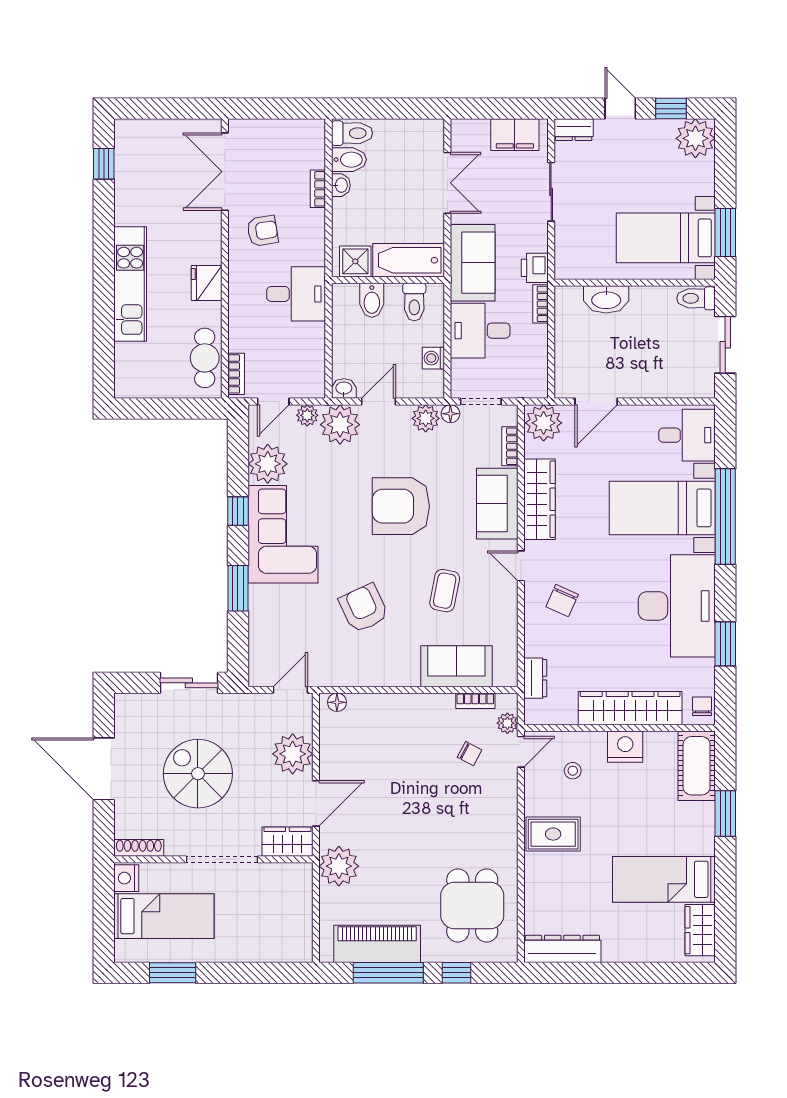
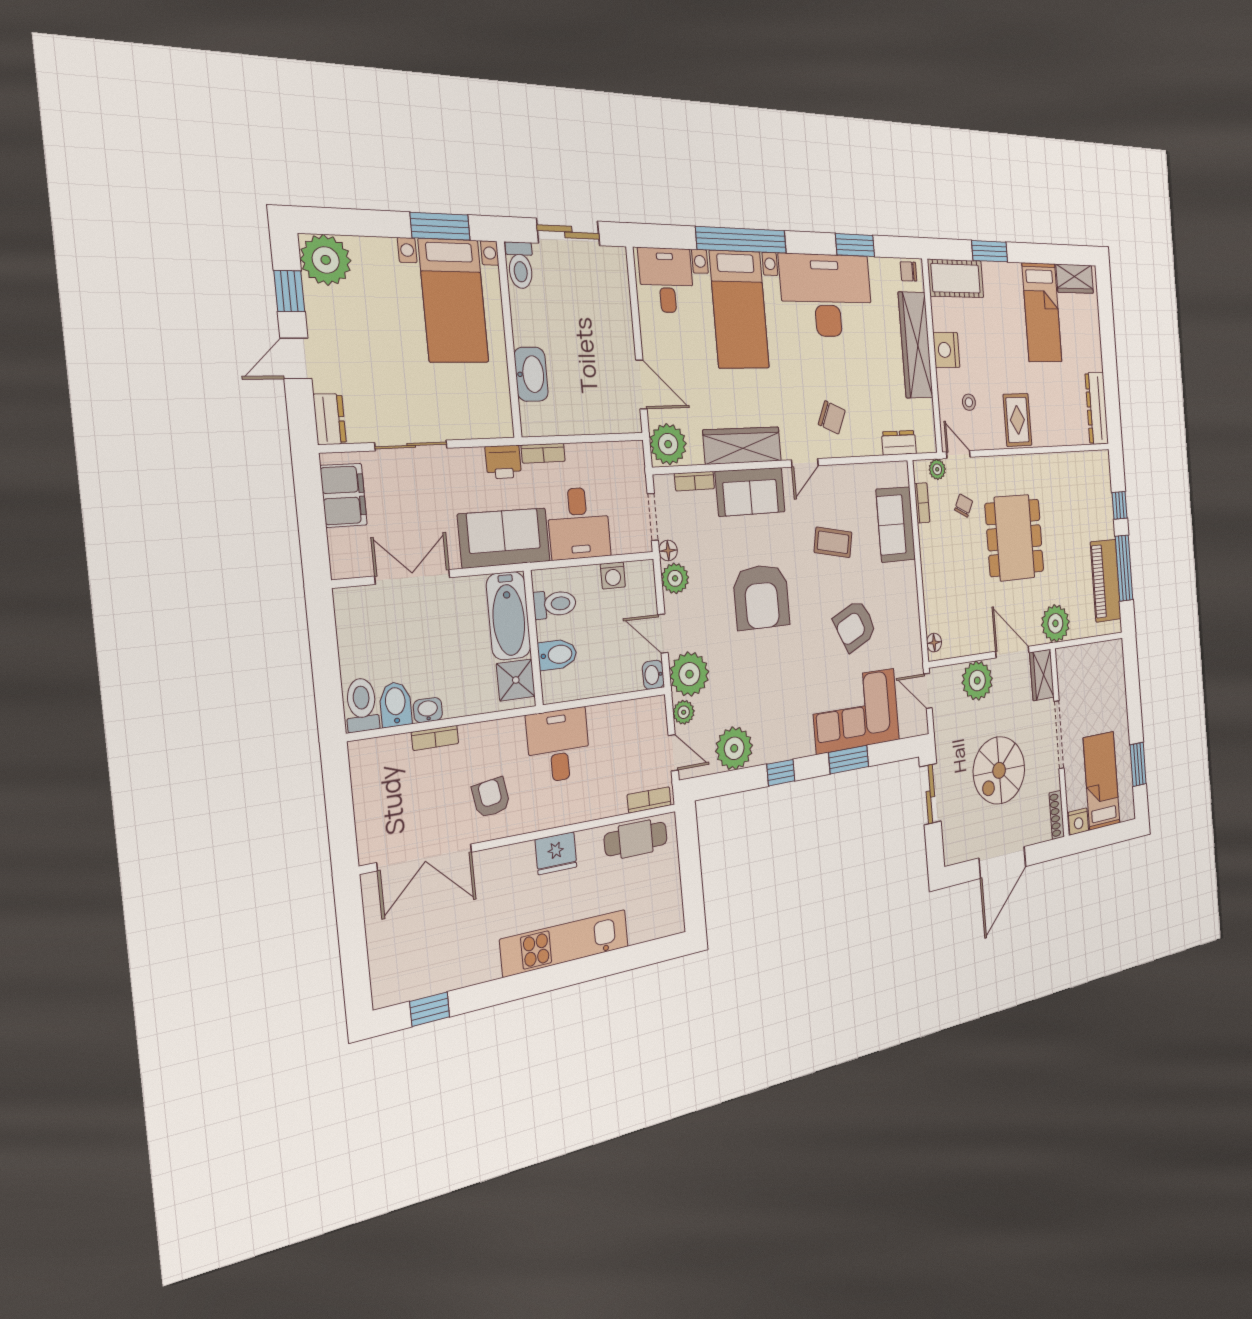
corner sofa: (283, 534) -> (856, 711), moved
dining table: (472, 905) -> (1014, 538), moved, width x1.37

